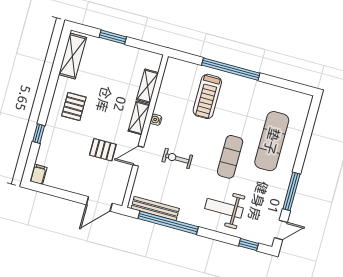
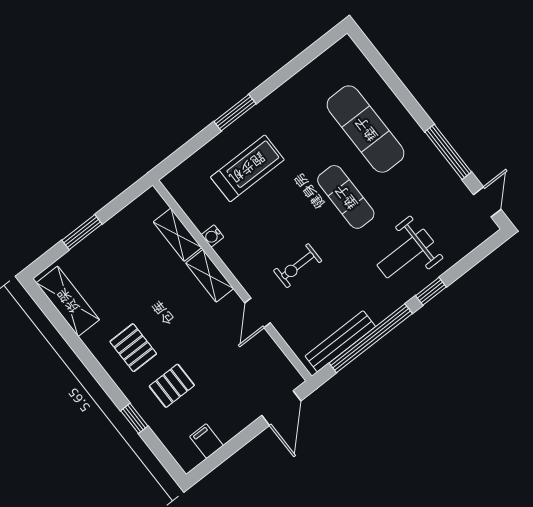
window: (231, 69) -> (235, 113), width x0.47
treadmill: (207, 96) -> (247, 168), turned -90
water cooler: (156, 120) -> (212, 236), moved
pallet: (103, 150) -> (172, 386), moved
filing cabinet: (38, 174) -> (206, 441), moved
window: (248, 245) -> (431, 291), moved

